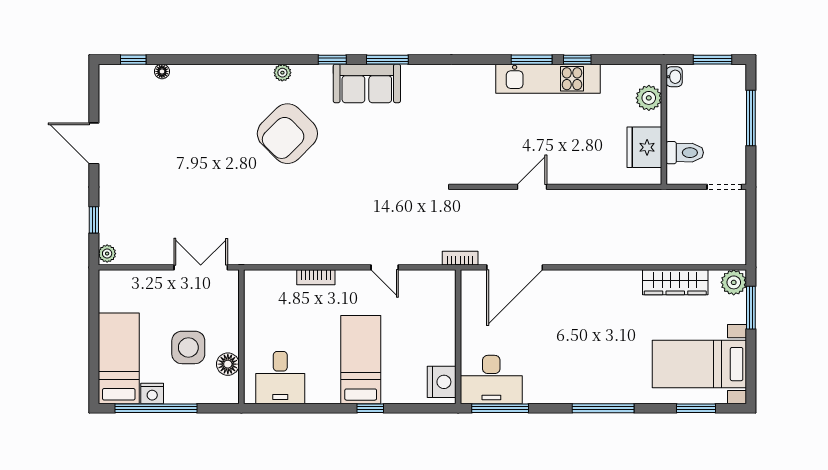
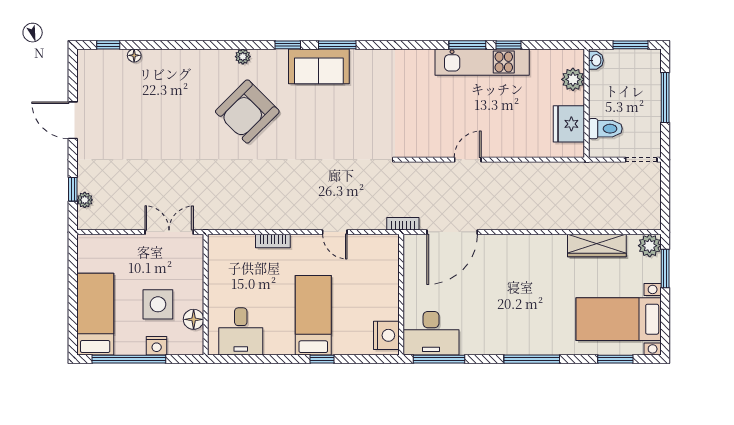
plant: (107, 254) -> (85, 200), moved
nightstand: (152, 393) -> (157, 346), moved

